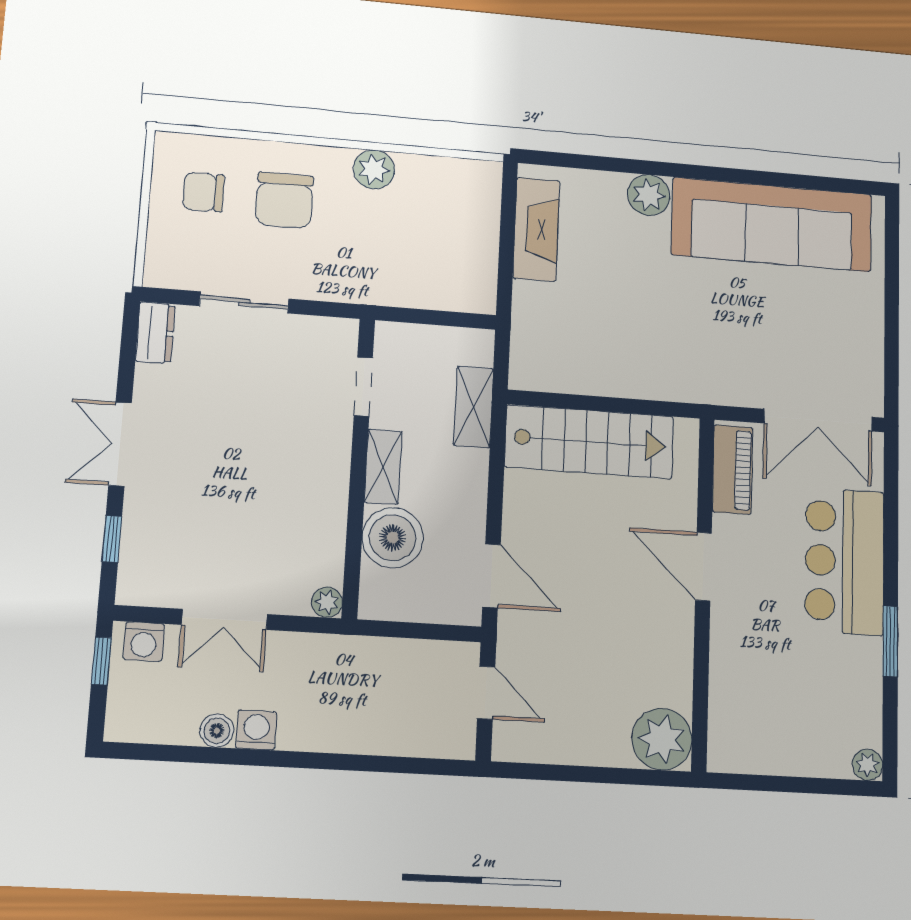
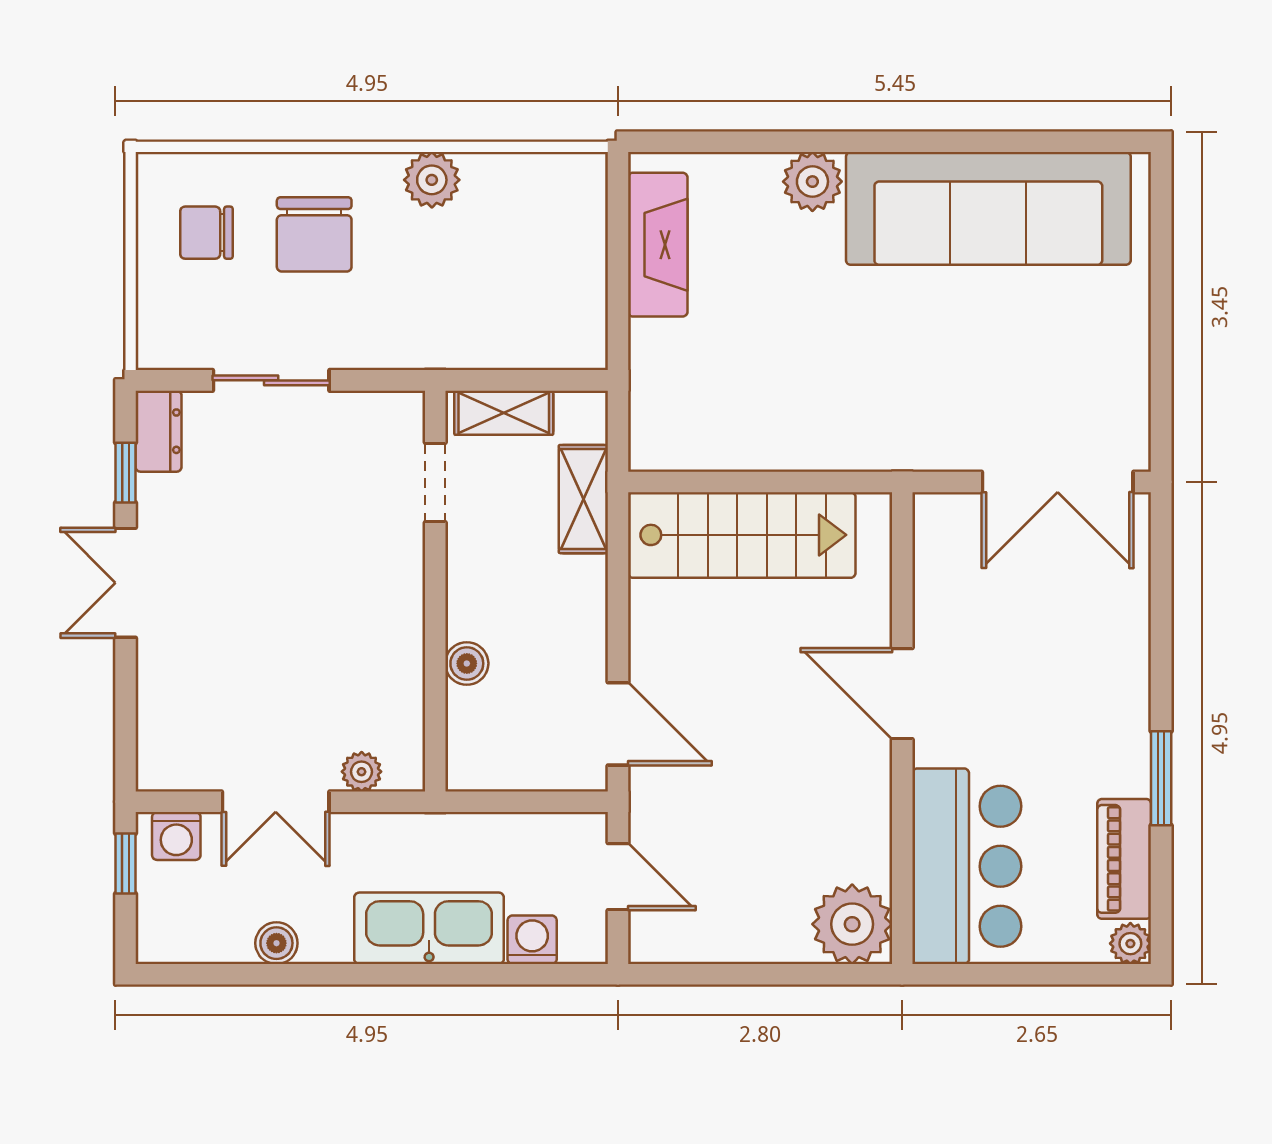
shelving: (383, 467) -> (504, 413), moved, turned 90
piano: (733, 470) -> (1124, 859), moved, turned 180
boiler: (393, 538) -> (467, 663), width x0.54, depth x0.54
window: (112, 539) -> (126, 473), moved
bar counter: (845, 561) -> (967, 866), moved, turned 180
plant: (327, 602) -> (362, 772), moved
kitchen sink: (338, 725) -> (429, 928), added
washing machine: (256, 730) -> (532, 940), moved

